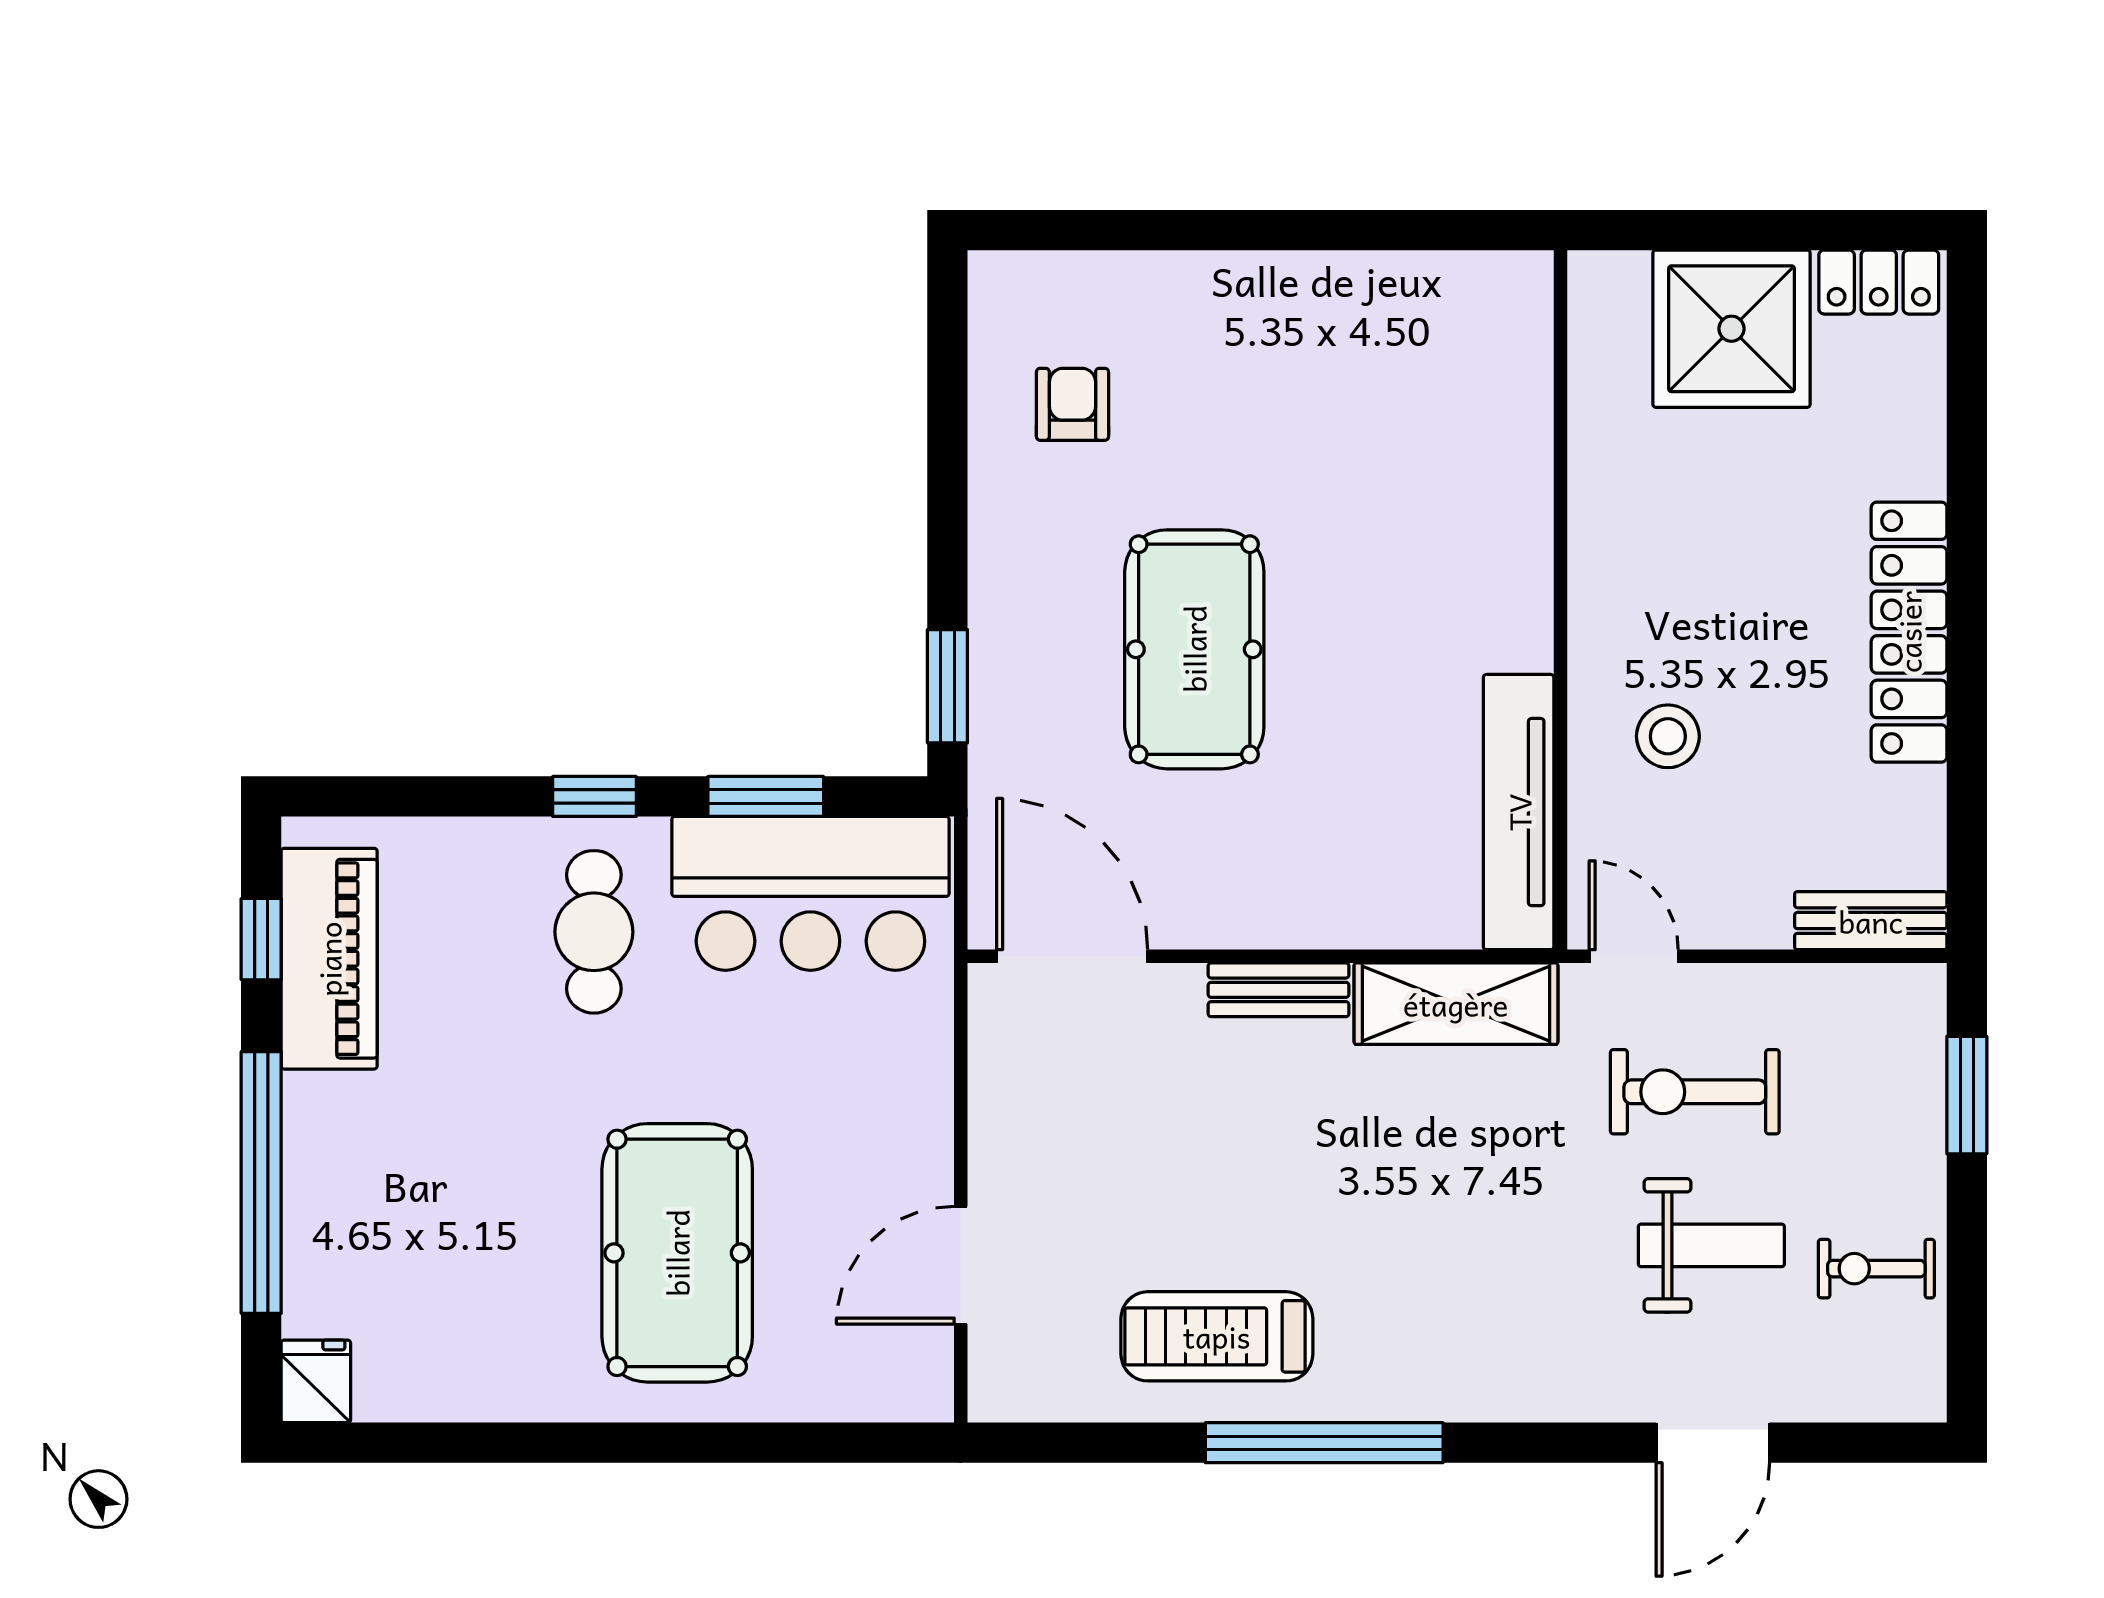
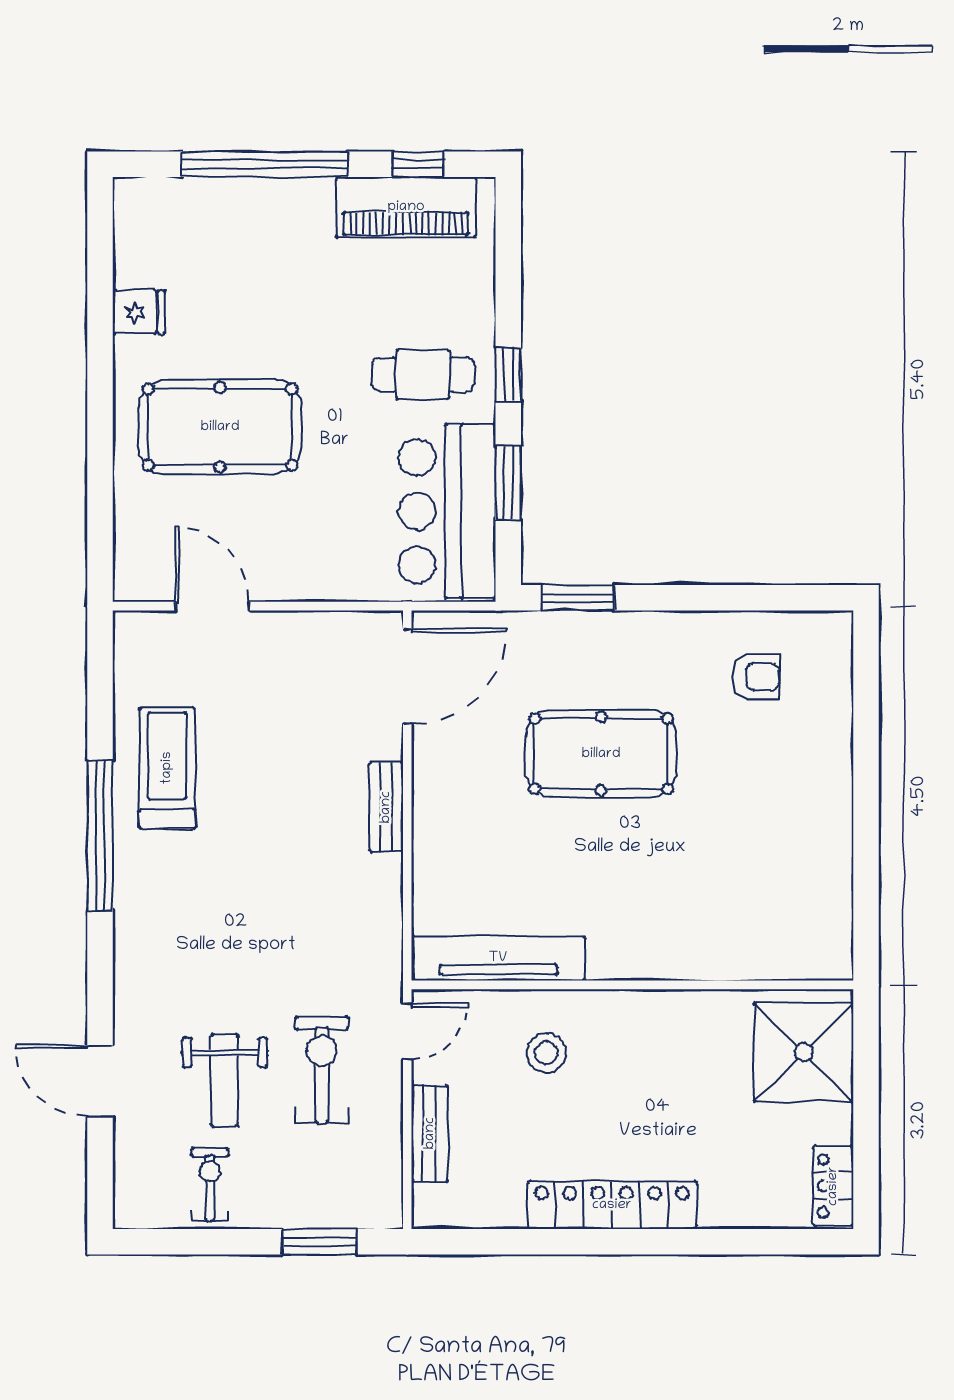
shower: (1732, 329) -> (804, 1052), moved
bench: (1871, 921) -> (430, 1133), moved
shelving: (1456, 1004) -> (377, 919), removed
fridge: (316, 1381) -> (139, 312), moved

